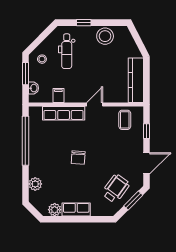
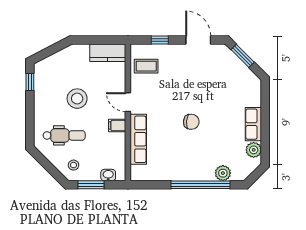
window: (84, 23) -> (30, 82), moved
stool: (105, 36) -> (77, 99), moved
kitchen counter: (136, 80) -> (108, 53), width x0.67
filing cabinet: (58, 96) -> (117, 126), moved
window: (25, 141) -> (201, 185), moved
wheelchair: (116, 188) -> (228, 77), removed

